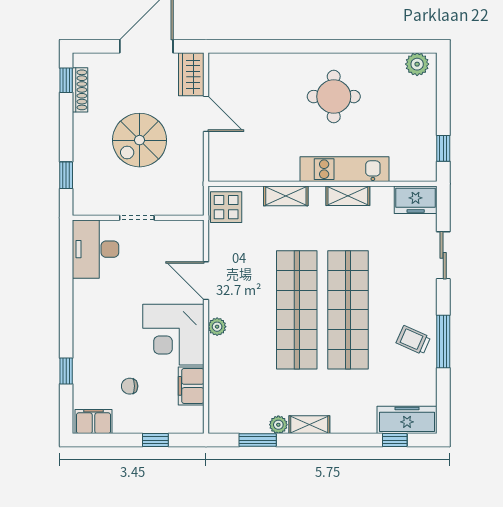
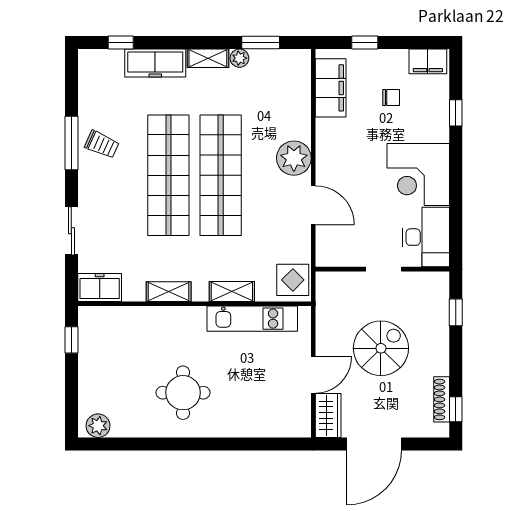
door: (206, 114) -> (313, 375), swing flipped
kitchen unit: (344, 169) -> (252, 319), moved
plant: (217, 327) -> (294, 158), width x1.87, depth x1.87
corner desk: (173, 335) -> (418, 174), moved, turned 180
filing cabinet: (191, 386) -> (331, 88), width x1.50, depth x1.17
freezer: (407, 420) -> (155, 63), moved

